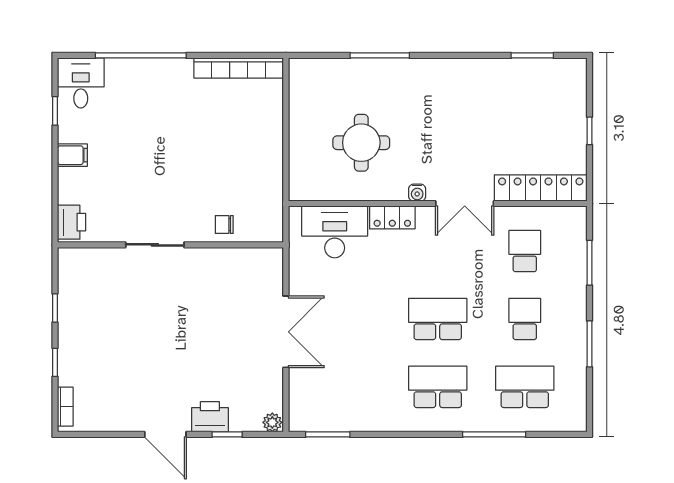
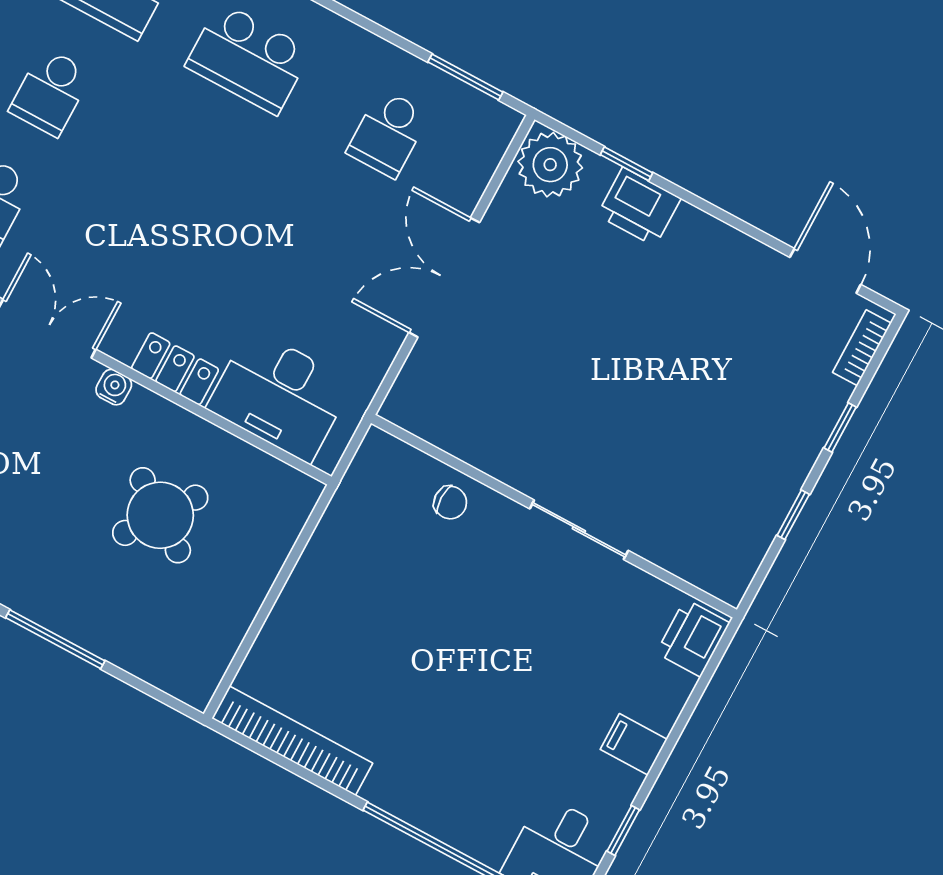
round table: (361, 143) -> (160, 515), turned 35
school desk: (438, 319) -> (388, 133), moved, width x0.54
plant: (272, 422) -> (550, 165), width x1.88, depth x1.88
door: (165, 434) -> (825, 271), moved

